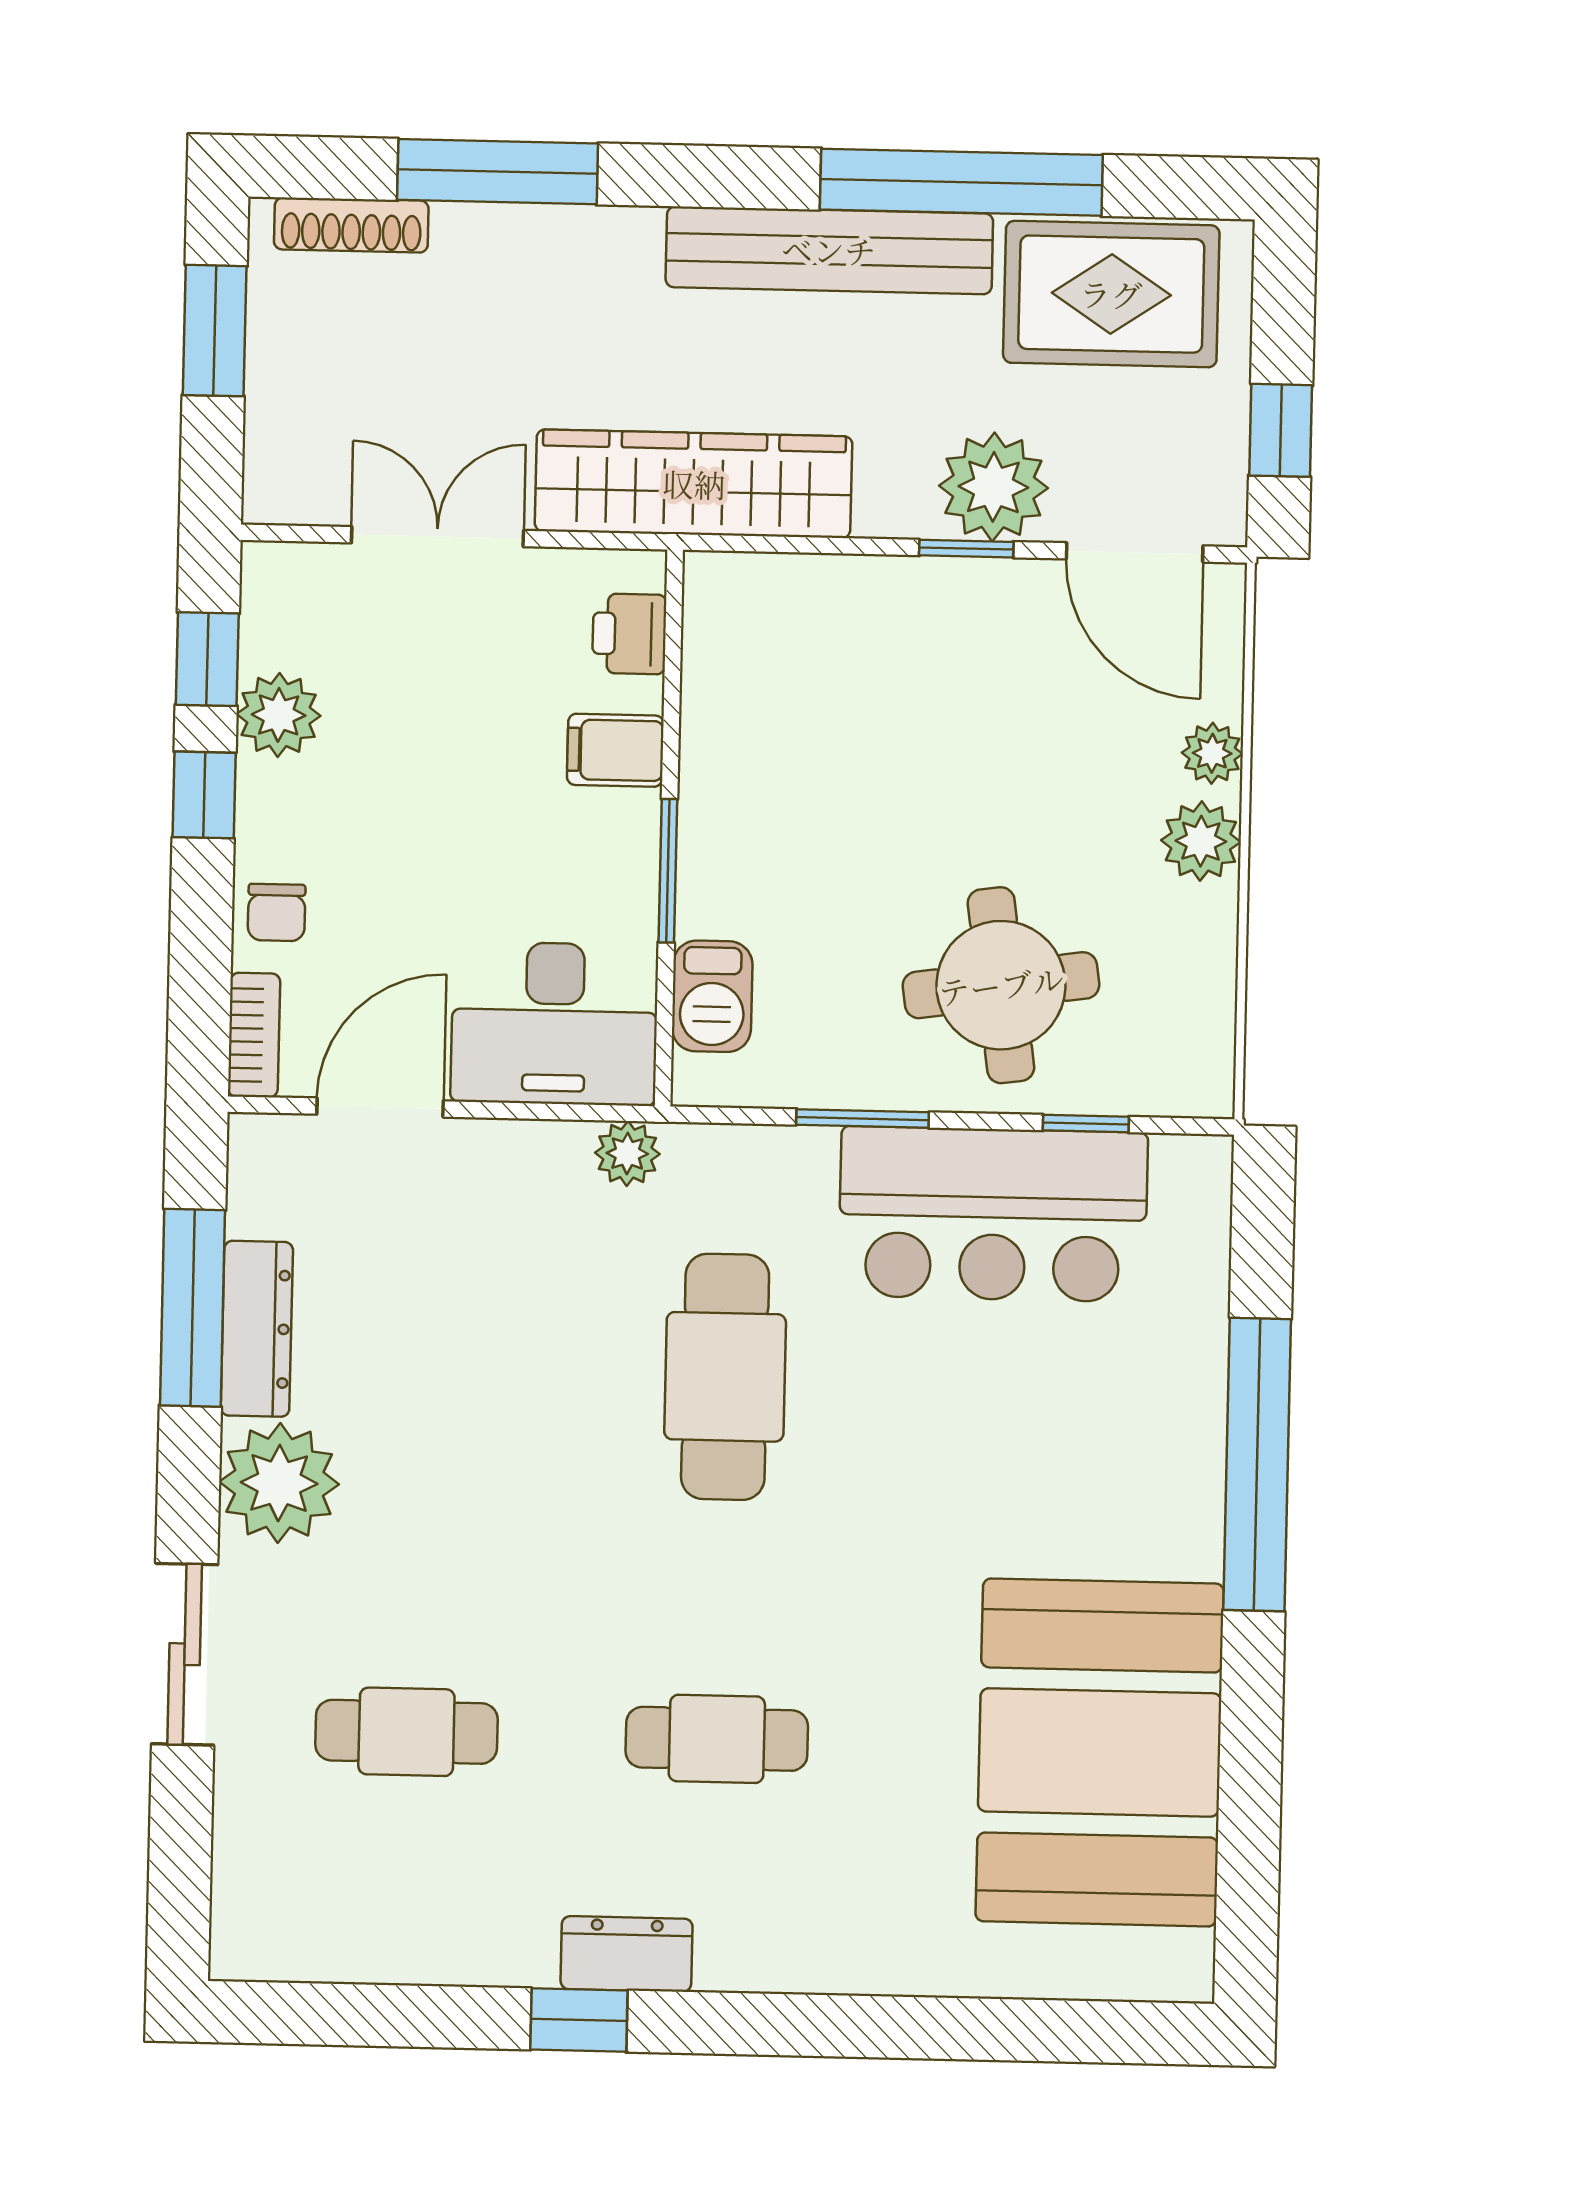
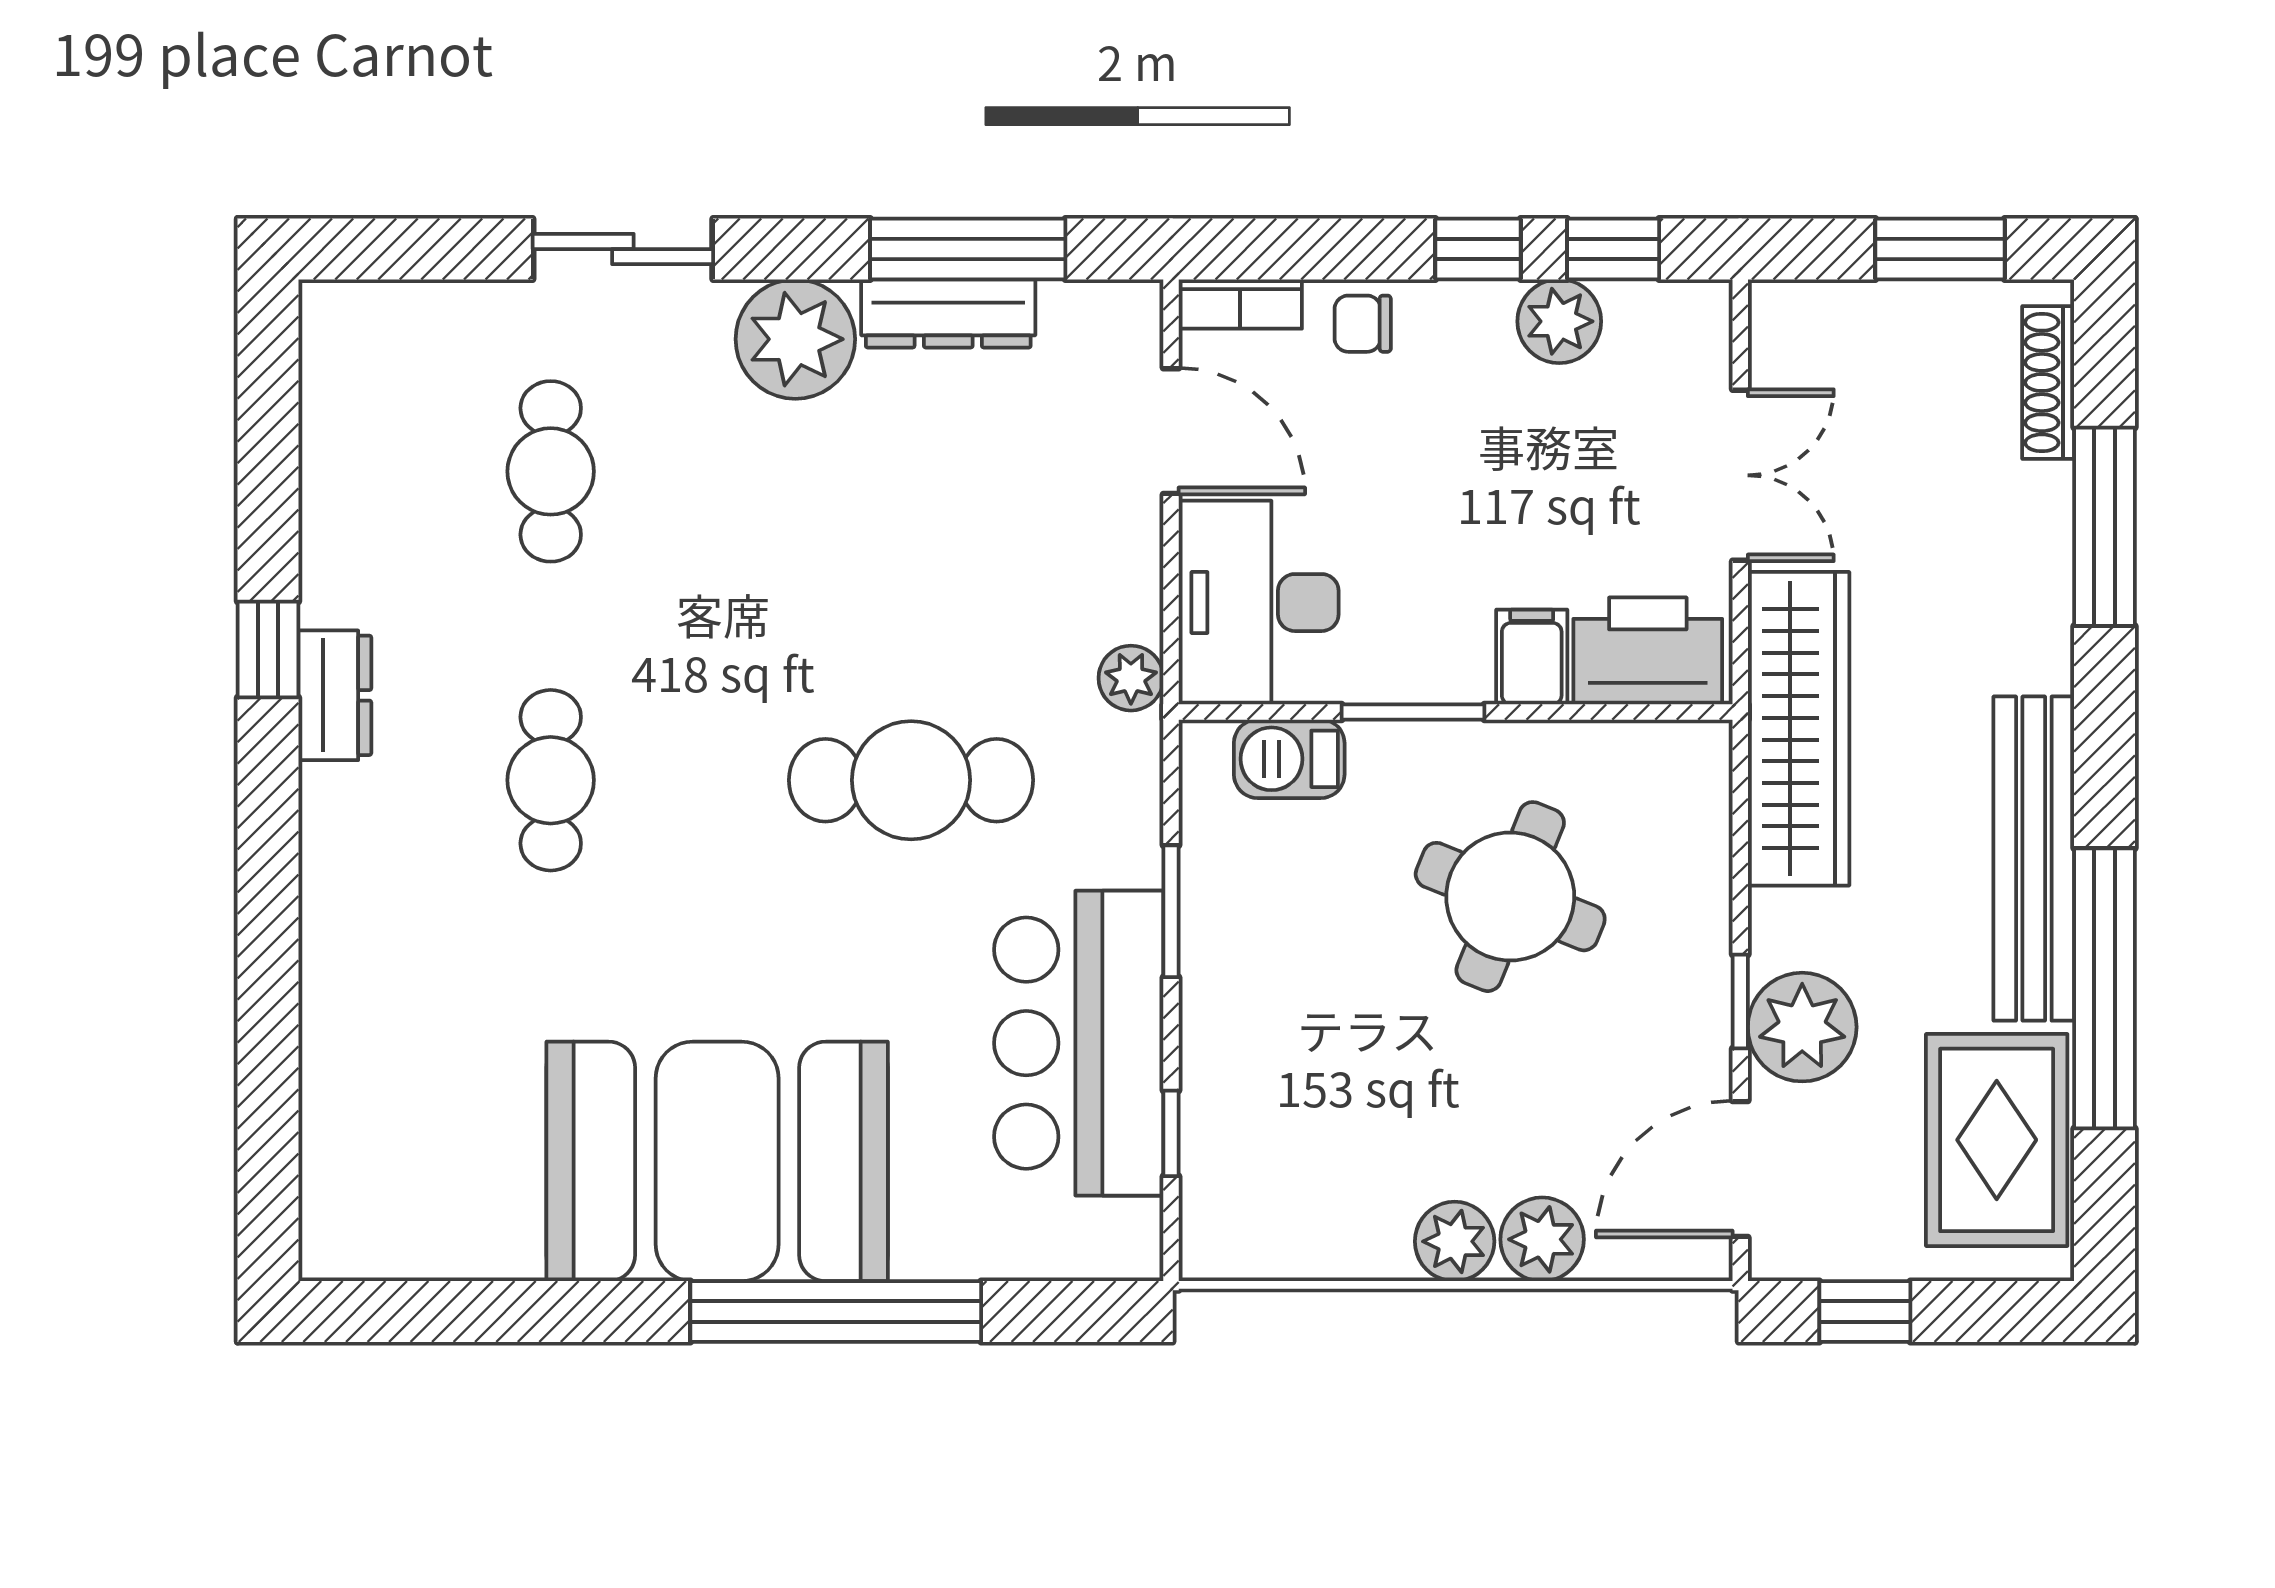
printer: (629, 634) -> (1648, 651), width x1.87, depth x1.48
plant: (1212, 753) -> (1542, 1239), width x1.38, depth x1.38
round table: (1001, 985) -> (1510, 897), moved, turned 30
booth: (1100, 1752) -> (717, 1161), moved

